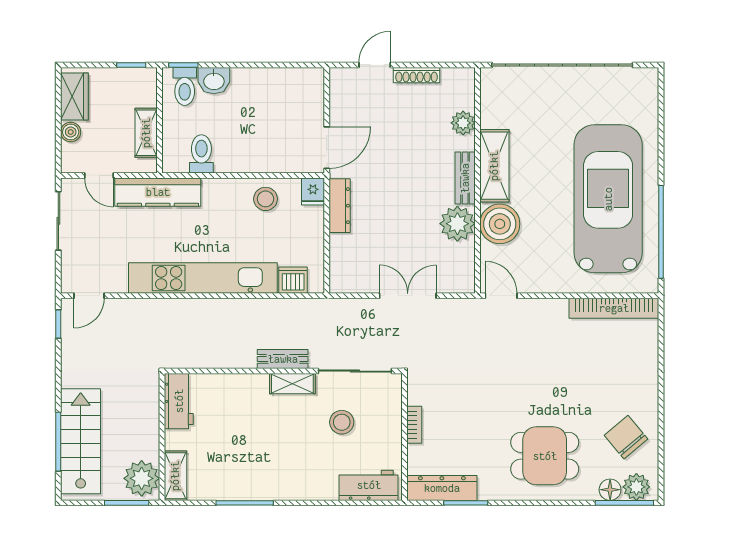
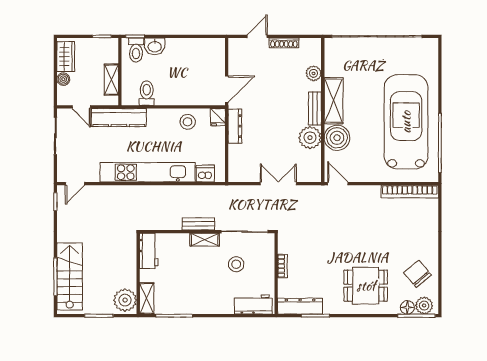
workbench: (179, 401) -> (149, 251), moved
wall: (162, 437) -> (138, 274), moved
shelving: (175, 476) -> (147, 298), moved
plant: (142, 478) -> (125, 300), moved

